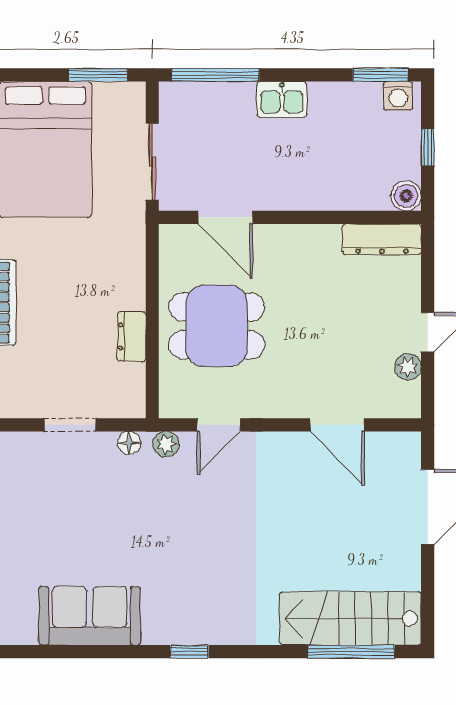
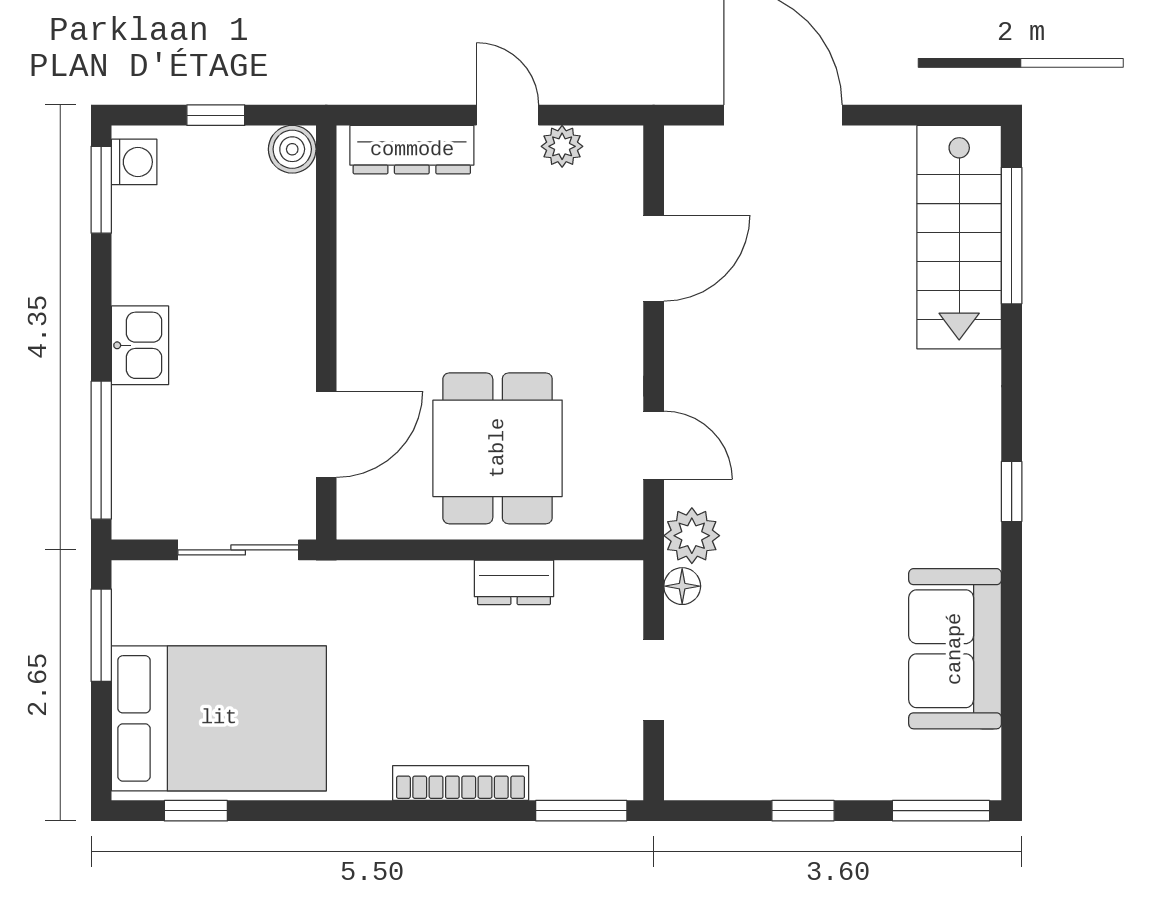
dresser: (382, 239) -> (412, 150), moved, turned 90
plant: (166, 444) -> (692, 536), width x1.38, depth x1.38

